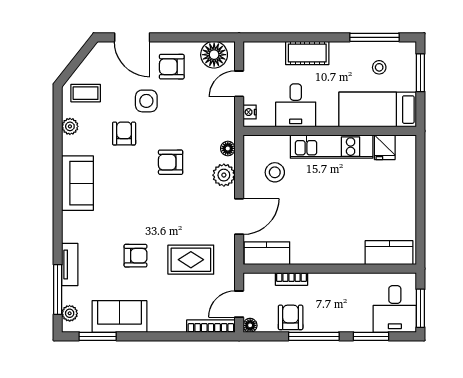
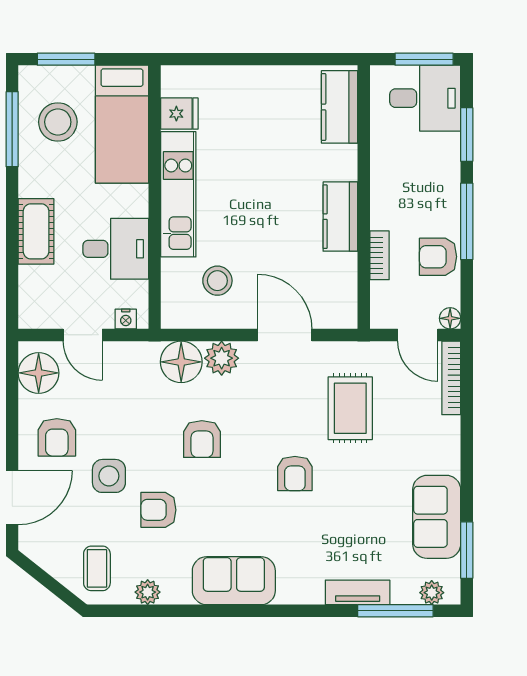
stool: (379, 67) -> (58, 122), width x1.89, depth x1.89
floor lamp: (228, 148) -> (181, 362), width x1.89, depth x1.89
kitchen counter: (267, 253) -> (340, 217), moved
armchair: (136, 256) -> (295, 474), moved, turned 180

